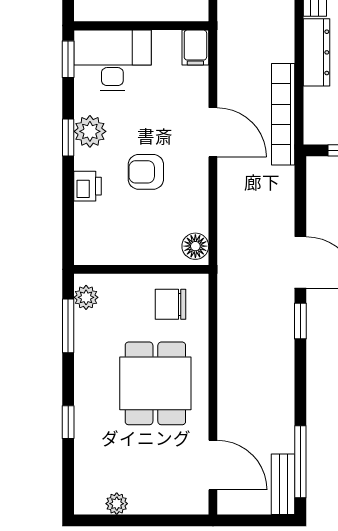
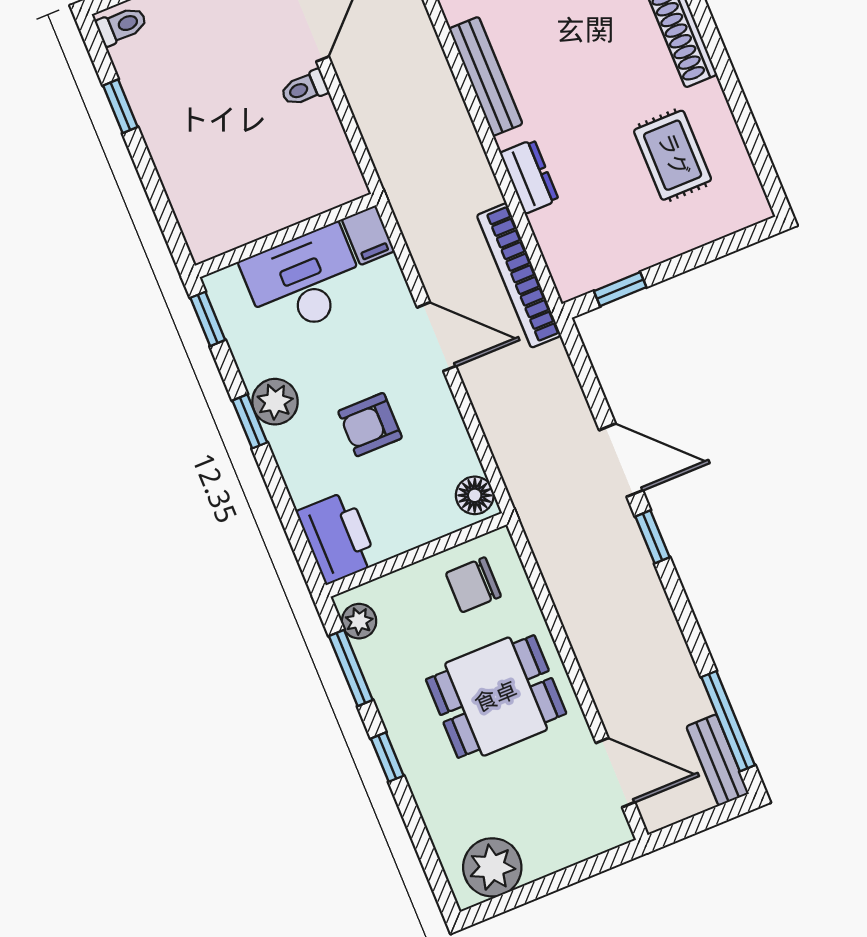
dresser: (316, 52) -> (529, 176), width x0.70
desk: (112, 60) -> (304, 281), moved
printer: (88, 186) -> (337, 538), moved, width x1.87, depth x1.48
dining table: (155, 383) -> (496, 697), turned 90
window: (68, 422) -> (387, 757), moved
plant: (117, 504) -> (492, 867), width x1.88, depth x1.88

